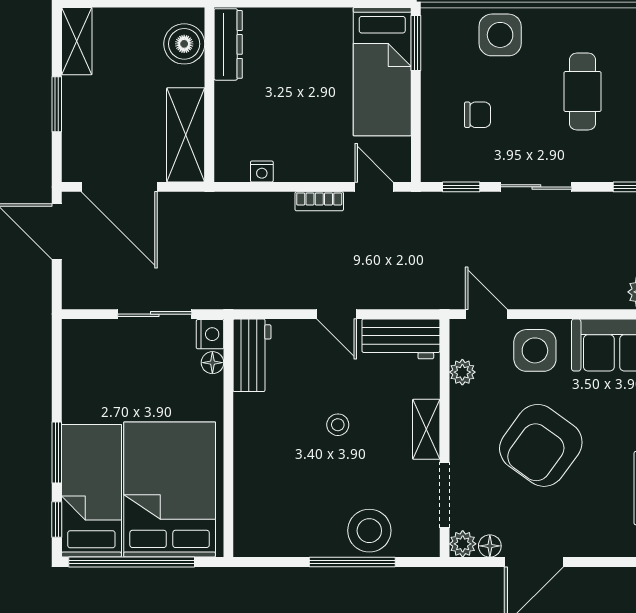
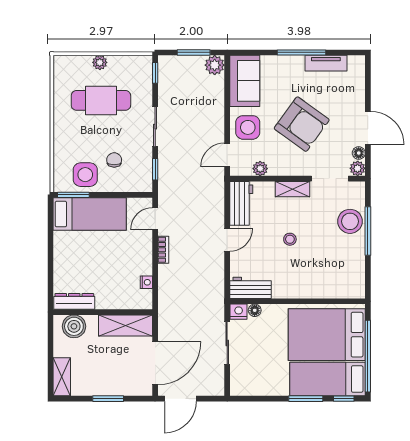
side table: (500, 35) -> (85, 175), moved
shelving: (77, 41) -> (62, 377), moved, turned 90
cafe table: (583, 92) -> (101, 100), width x1.37, depth x1.35

